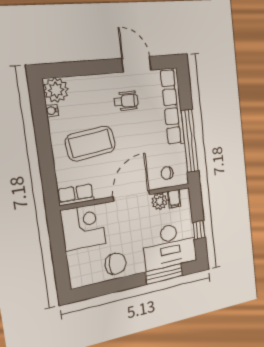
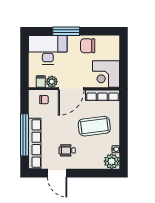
window: (190, 141) -> (25, 135), moved
row of seats: (76, 195) -> (103, 95), width x1.48
window: (199, 230) -> (25, 56), removed
window: (164, 274) -> (66, 31), moved

